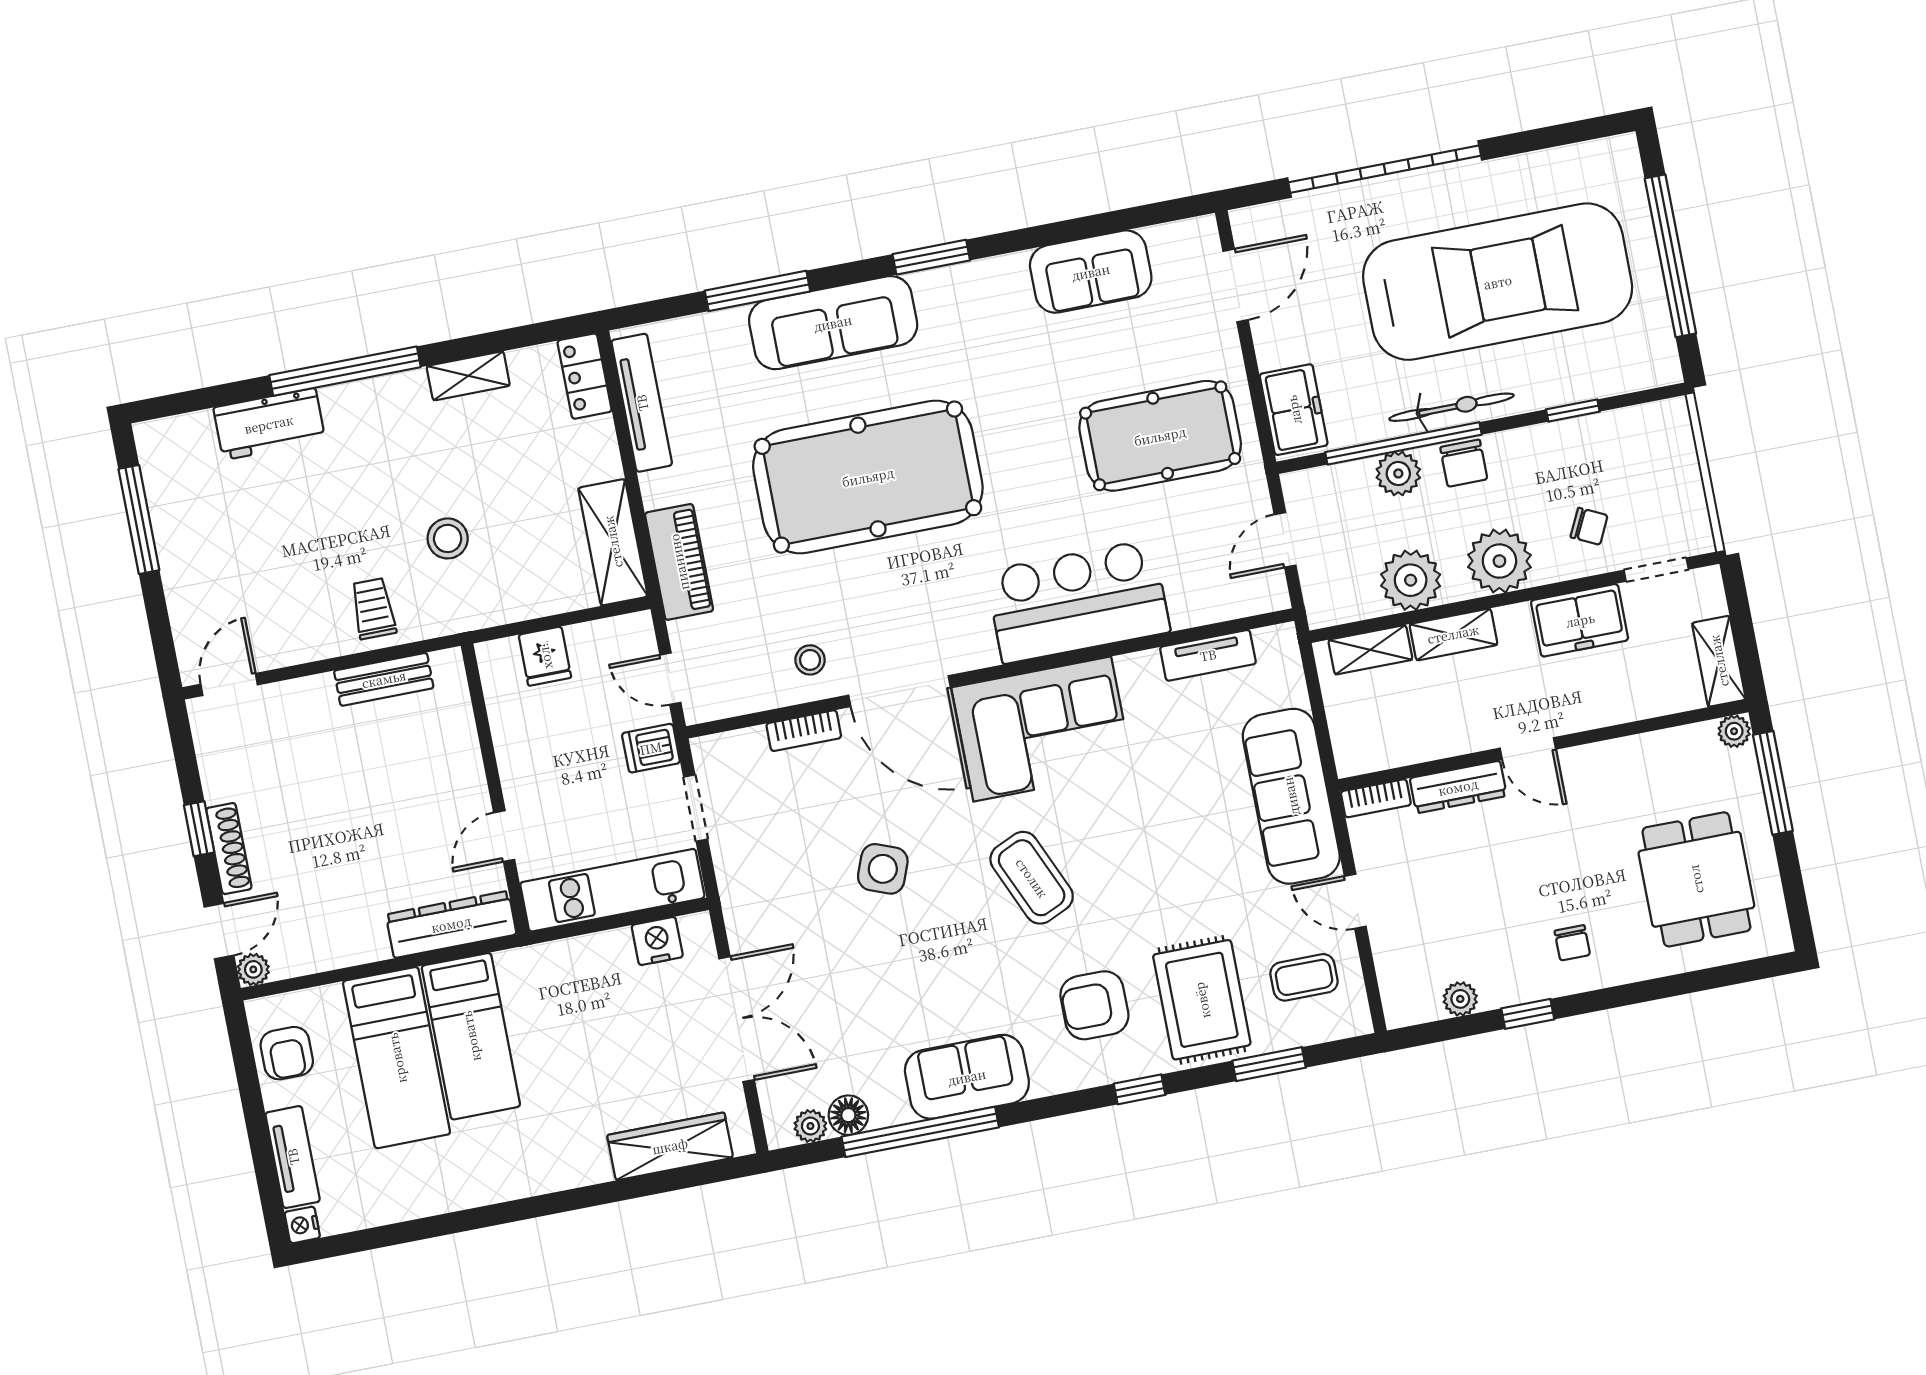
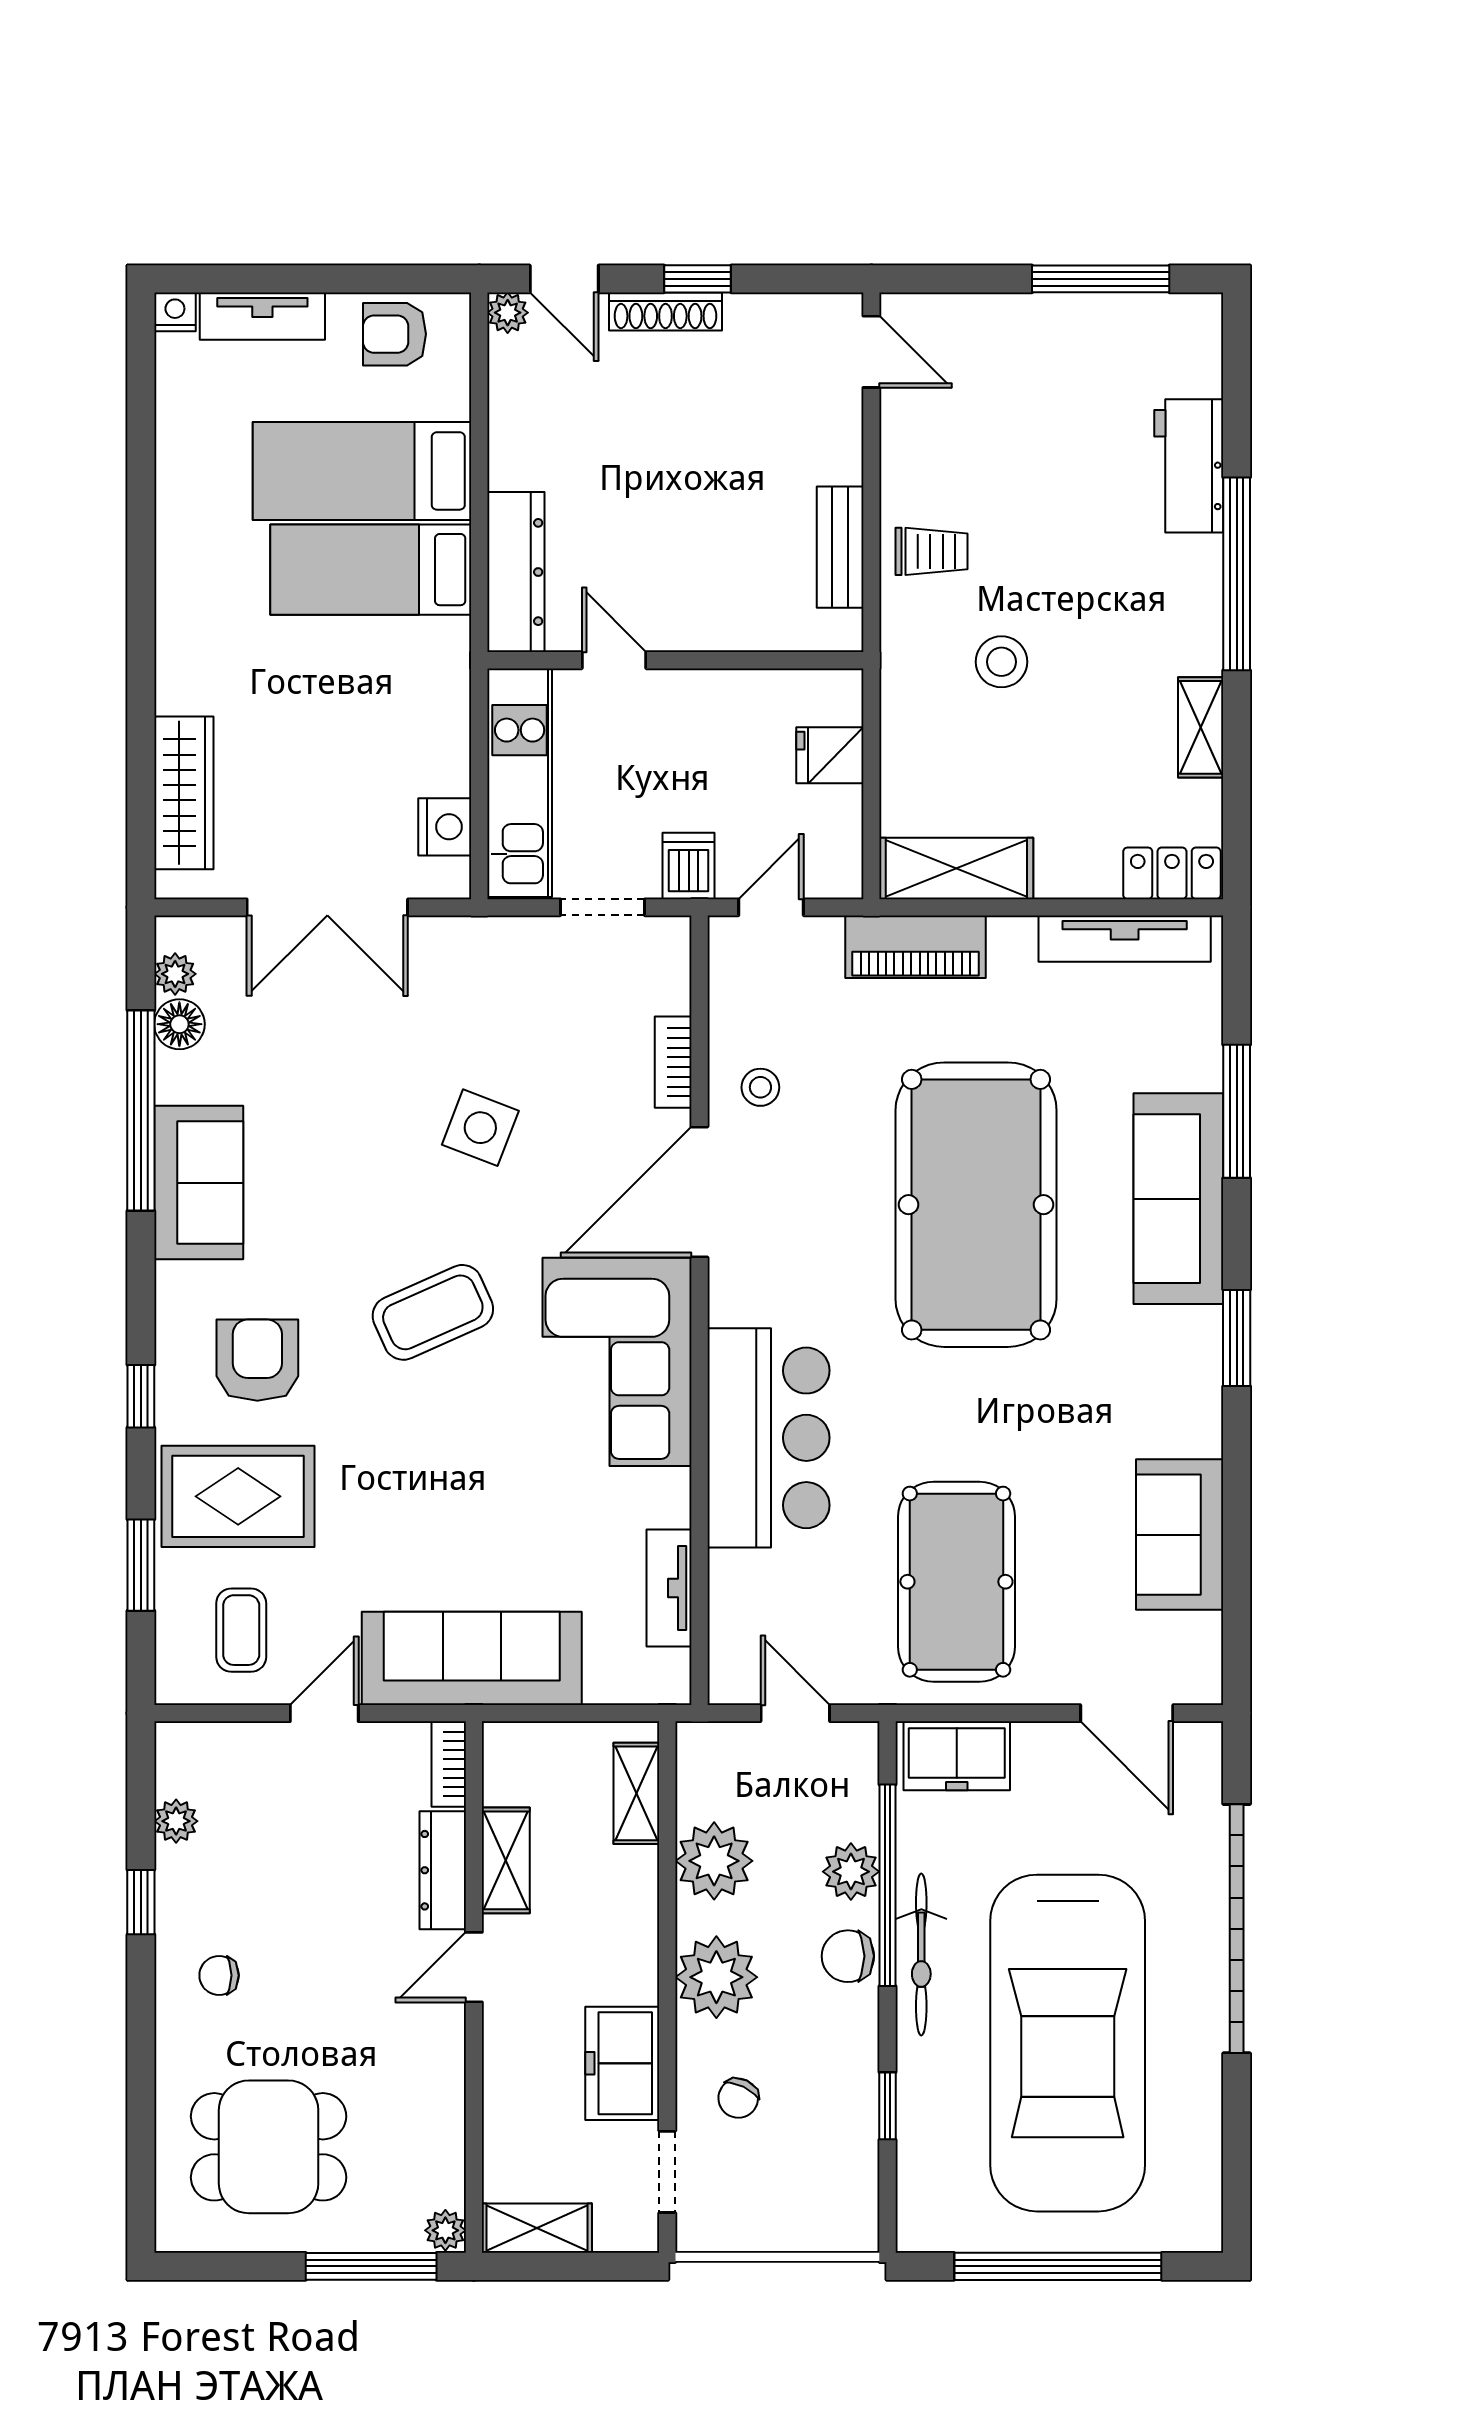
shelving: (1453, 634) -> (506, 1860), moved

